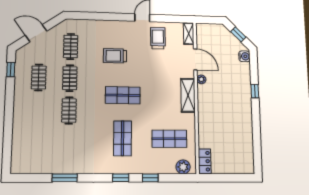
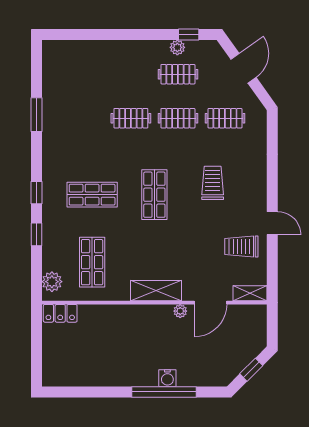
trolley: (158, 38) -> (241, 247), turned 180
water cooler: (244, 56) -> (167, 378), moved
plant: (20, 77) -> (177, 47), added
window: (255, 91) -> (164, 392), width x3.17

